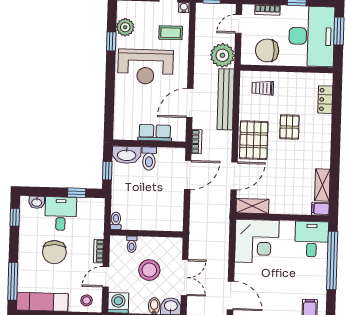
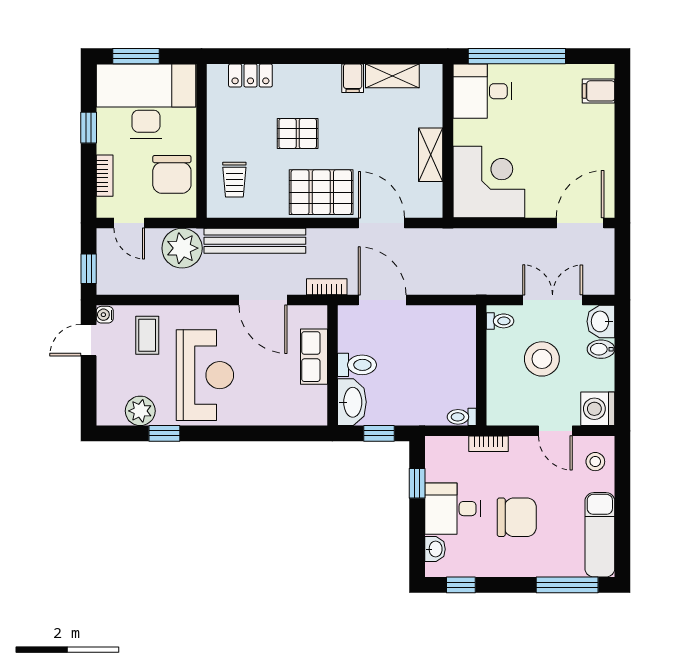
shelving: (252, 206) -> (431, 155), moved
filing cabinet: (320, 209) -> (353, 78), moved
toilet: (132, 244) -> (500, 321), moved
bookcase: (99, 251) -> (489, 444), moved

